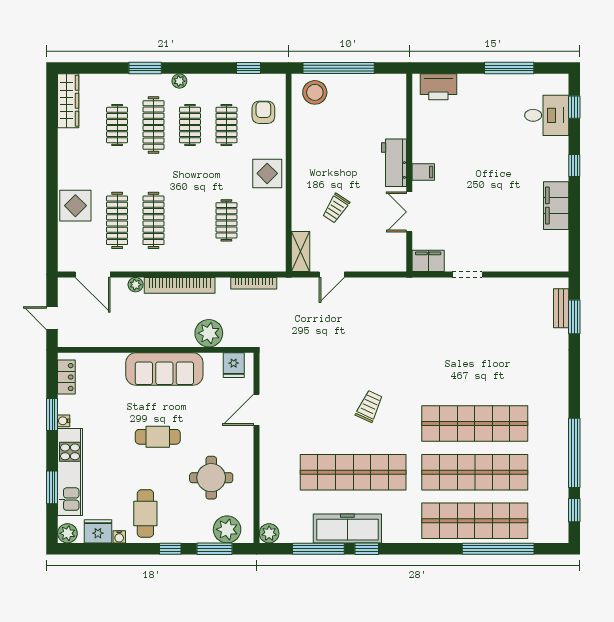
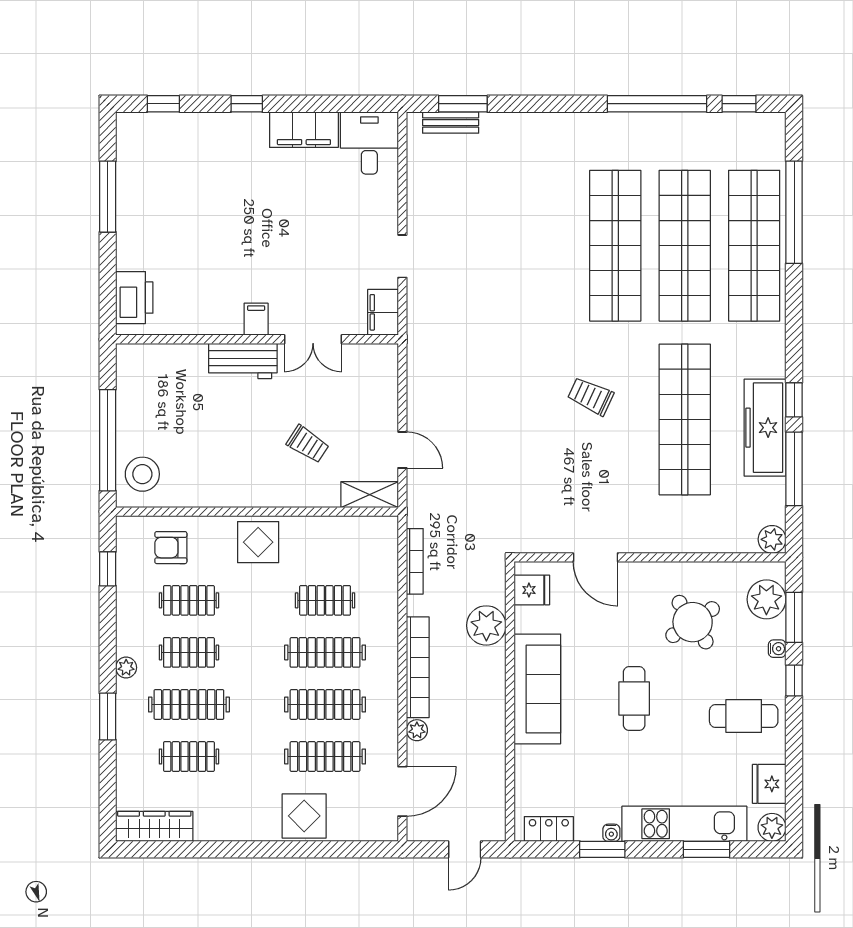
desk: (547, 115) -> (369, 143), moved
clothes rail: (190, 220) -> (325, 652), added
round table: (211, 478) -> (693, 622), turned -34
water cooler: (119, 537) -> (777, 649), moved

